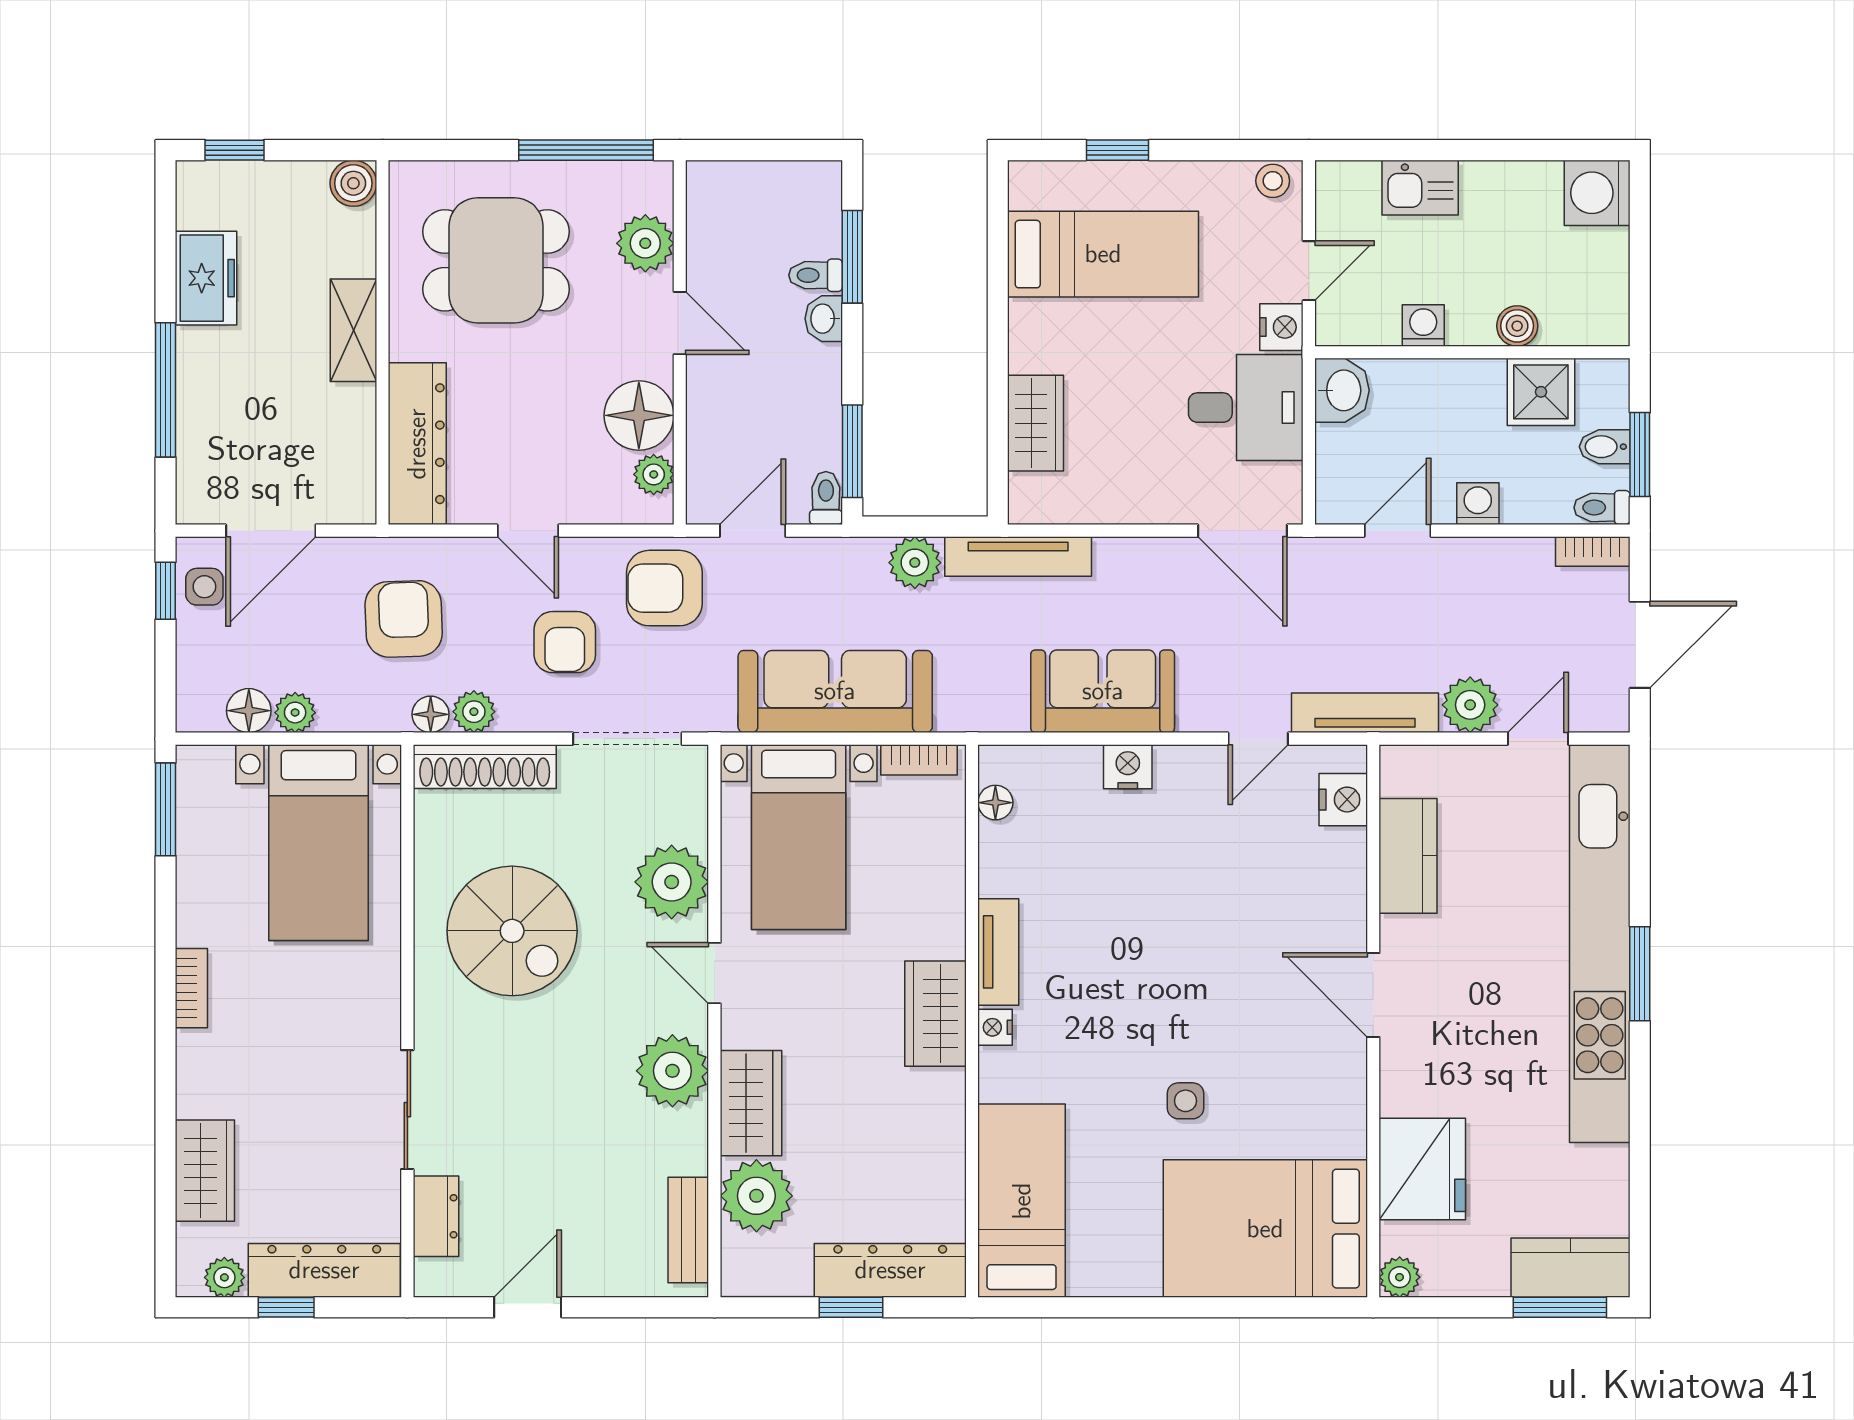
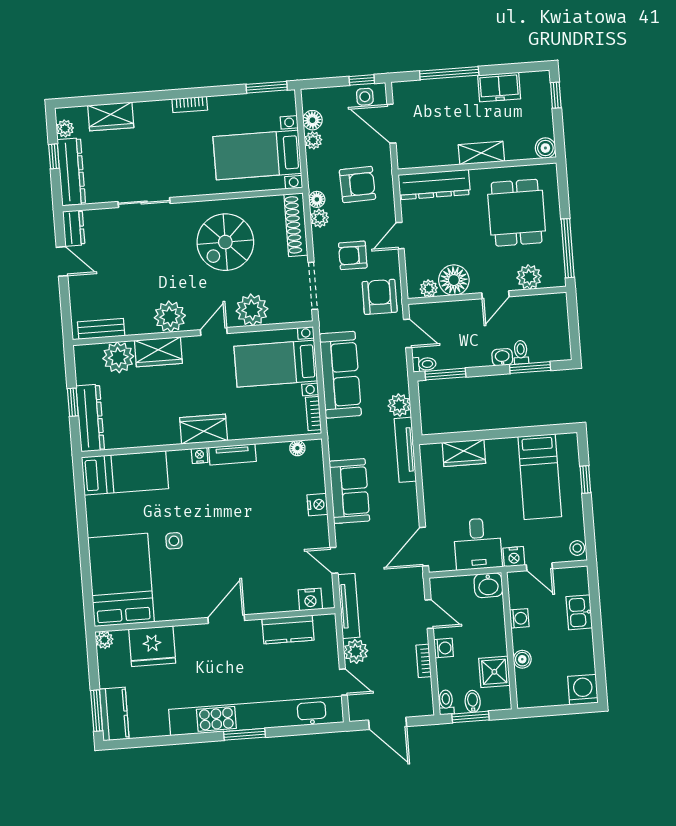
bookcase: (1593, 551) -> (424, 661), moved
dresser: (436, 1216) -> (74, 228), moved, turned -90

